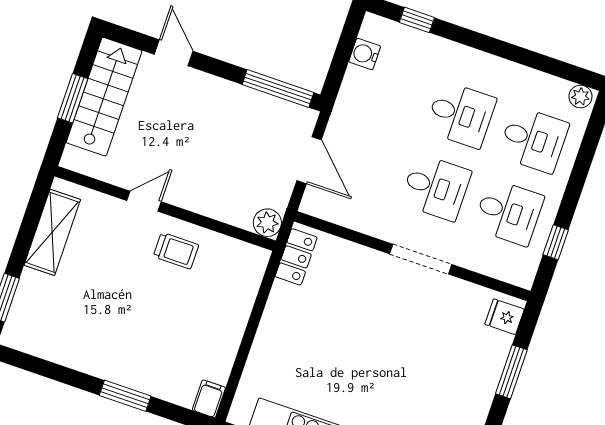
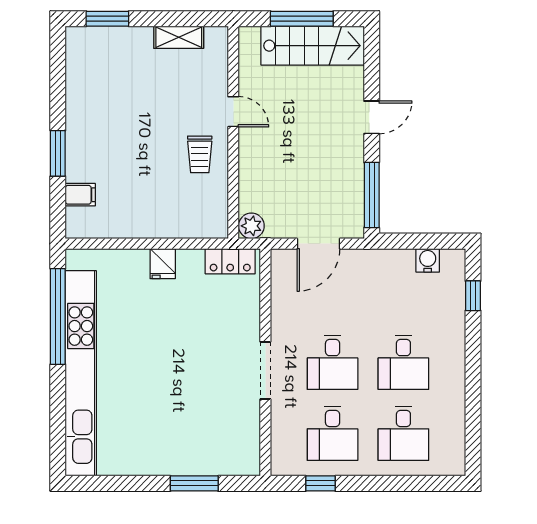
door: (174, 53) -> (372, 117), moved
plant: (580, 96) -> (455, 461), removed
window: (73, 98) -> (302, 19), width x1.44
shelving: (52, 232) -> (179, 37), width x0.67, depth x0.75
fridge: (504, 317) -> (163, 264), moved, turned 180
filing cabinet: (209, 399) -> (80, 195), moved

